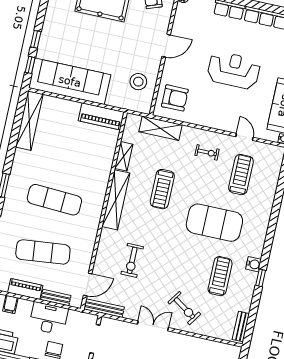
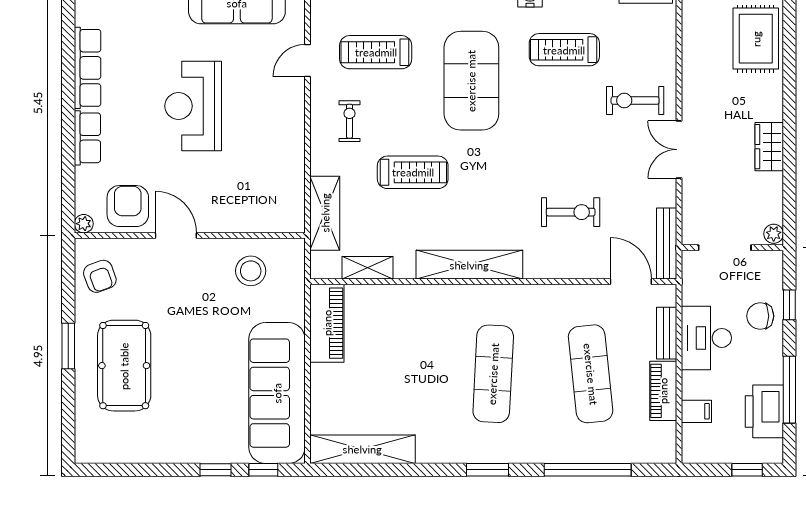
armchair: (175, 98) -> (128, 206), moved
shelving: (124, 156) -> (367, 268), moved
treadmill: (162, 189) -> (413, 172), moved
exercise bike: (184, 308) -> (635, 101), turned -124

